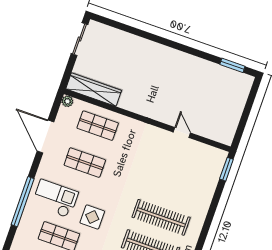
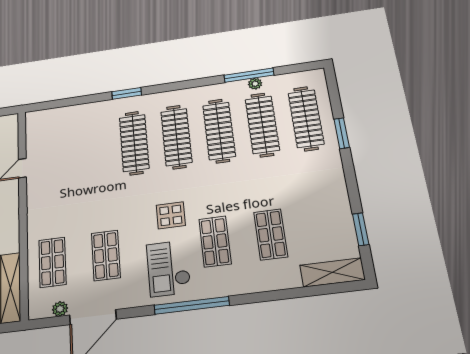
plant: (67, 101) -> (60, 309), moved
window: (226, 169) -> (127, 93), moved

